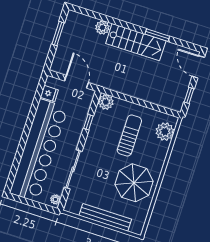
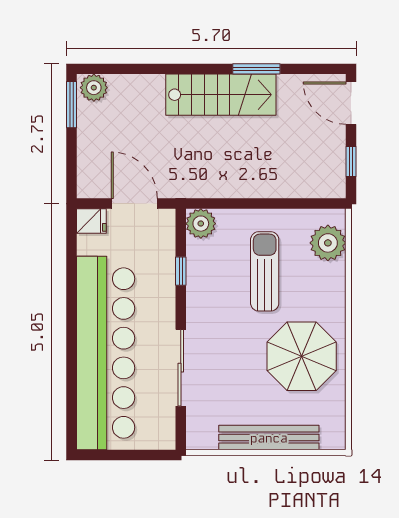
plant: (102, 28) -> (94, 88), moved
window: (58, 34) -> (72, 105), moved
fridge: (49, 94) -> (91, 221), moved
plant: (55, 199) -> (166, 434), removed

